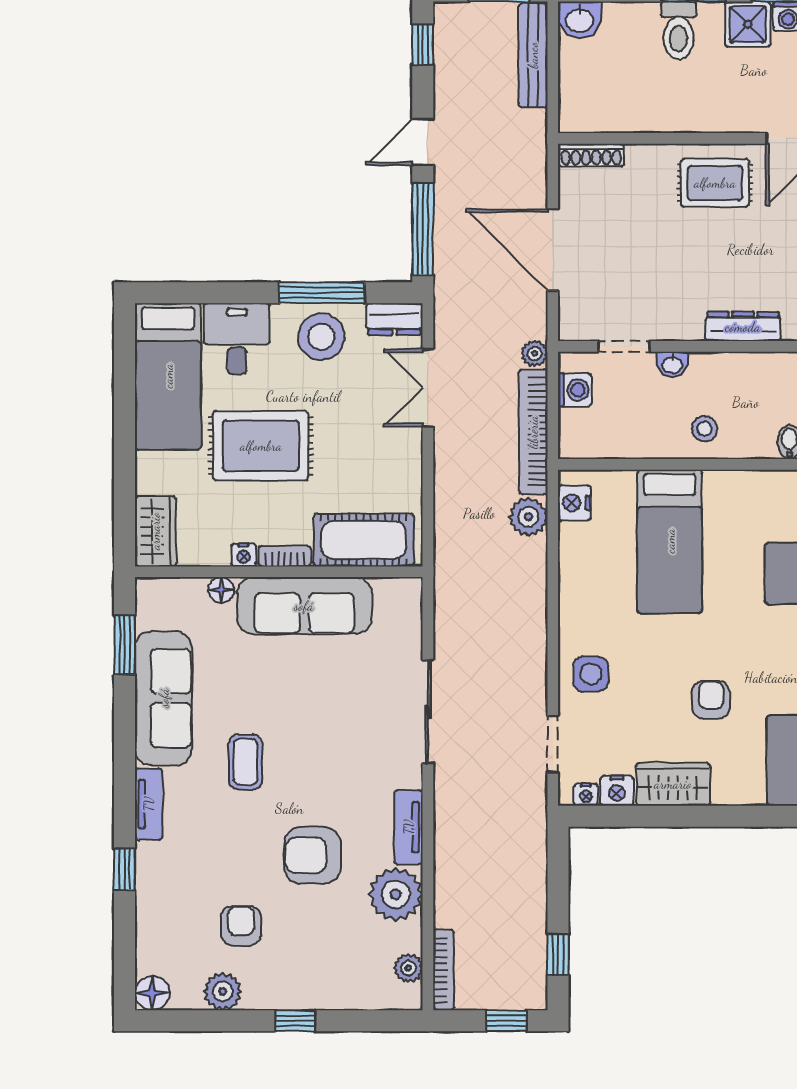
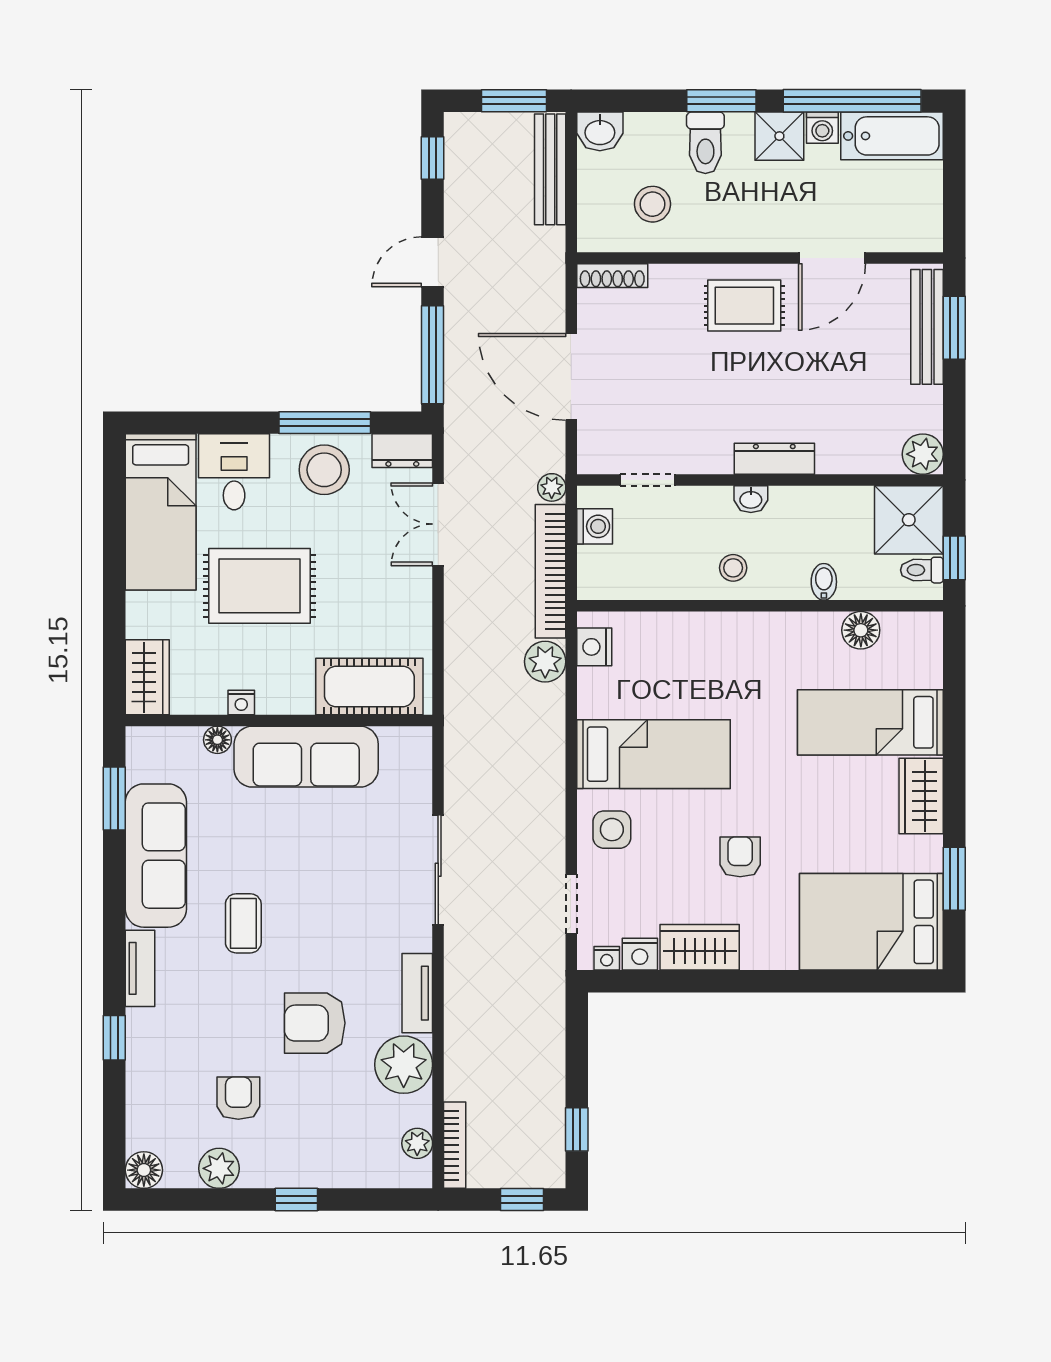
stool: (629, 88) -> (652, 204), added
washbasin: (672, 364) -> (751, 499), moved
bed: (670, 541) -> (653, 754), moved, turned -90
bookcase: (285, 556) -> (285, 704), removed

